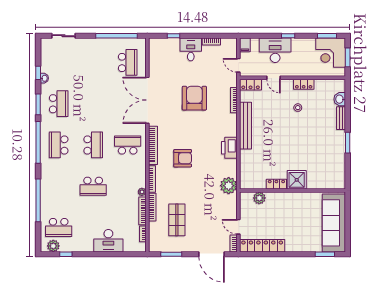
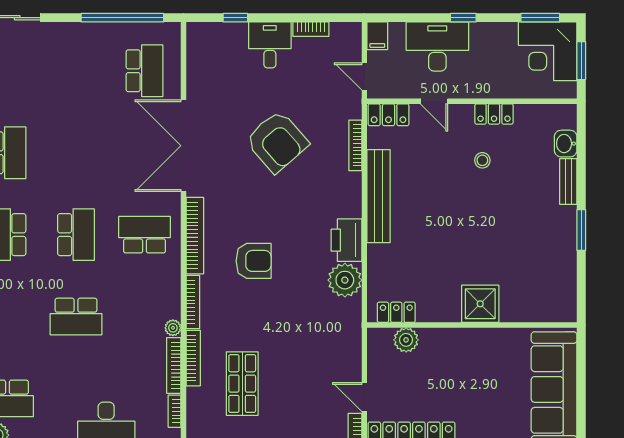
armchair: (194, 98) -> (277, 142), turned 139
locker: (276, 184) -> (396, 312), moved
plant: (229, 186) -> (345, 280), moved

